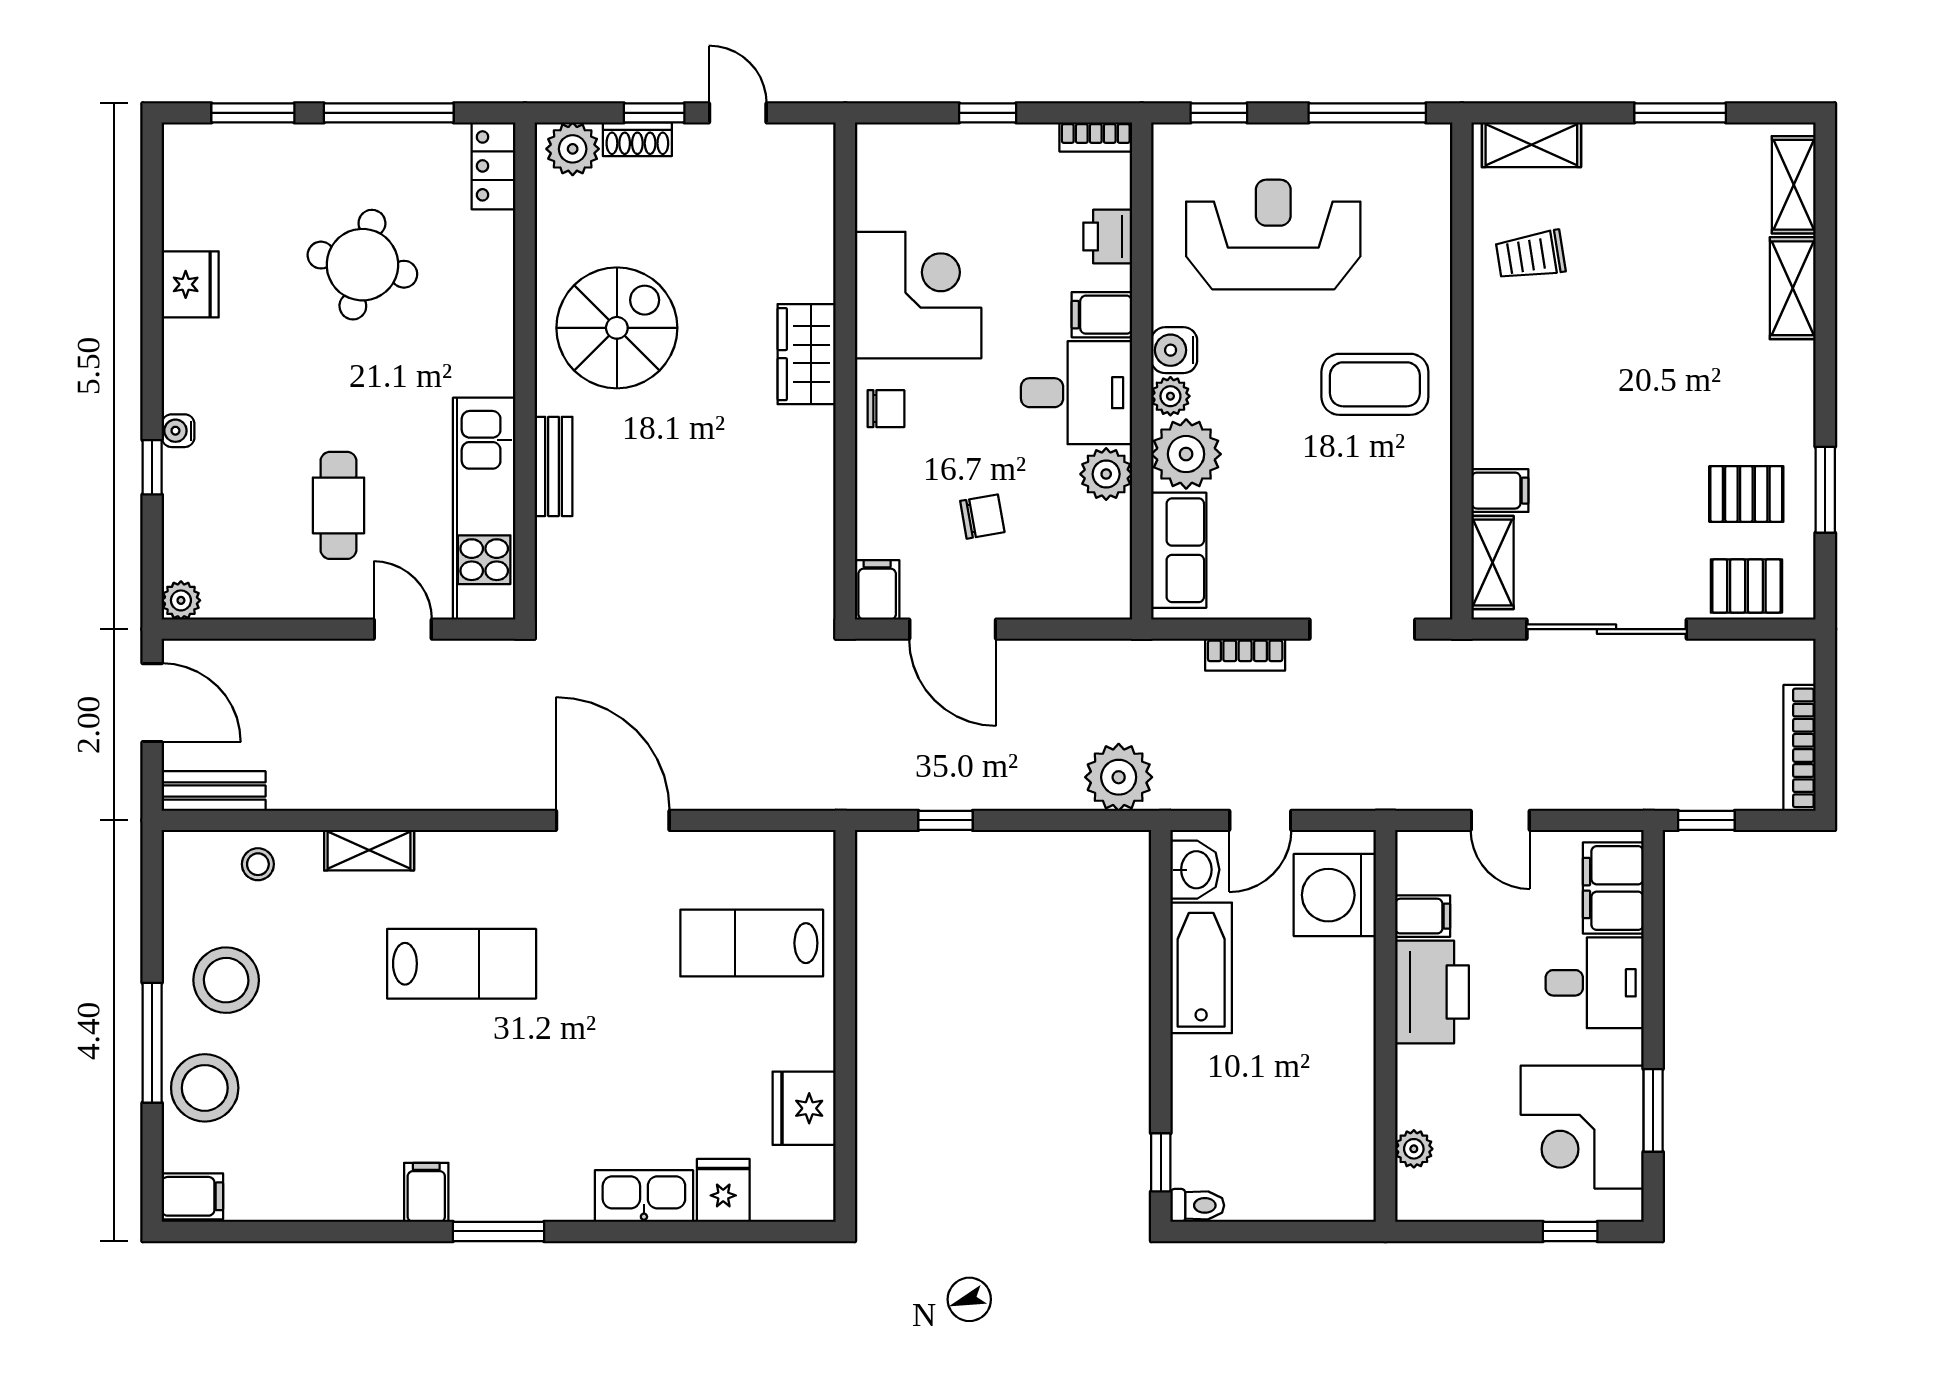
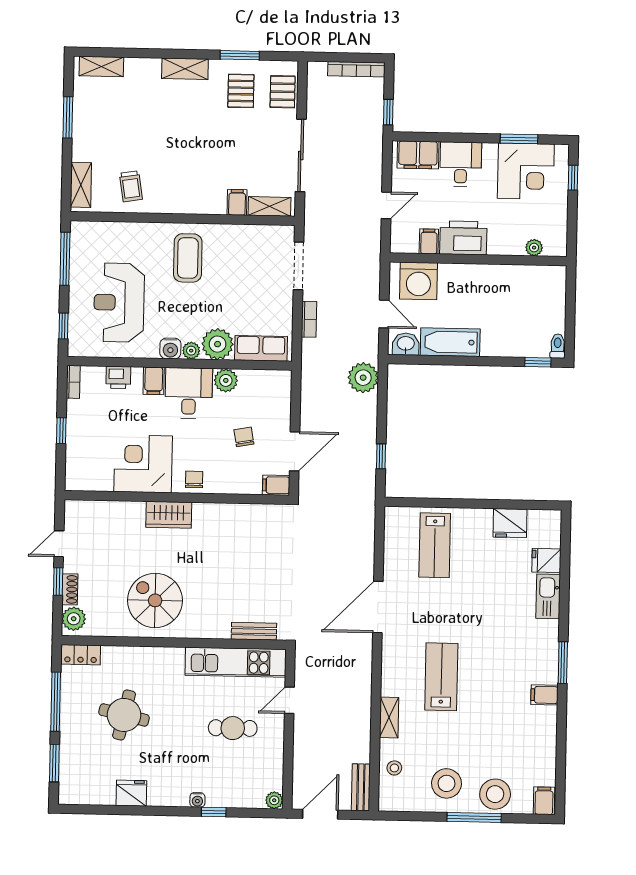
shelving: (1793, 288) -> (185, 69), moved
bench: (554, 466) -> (254, 631), moved

